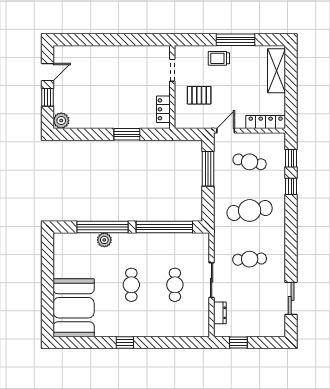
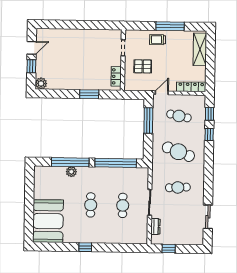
cafe table: (250, 210) -> (178, 152), turned 30

